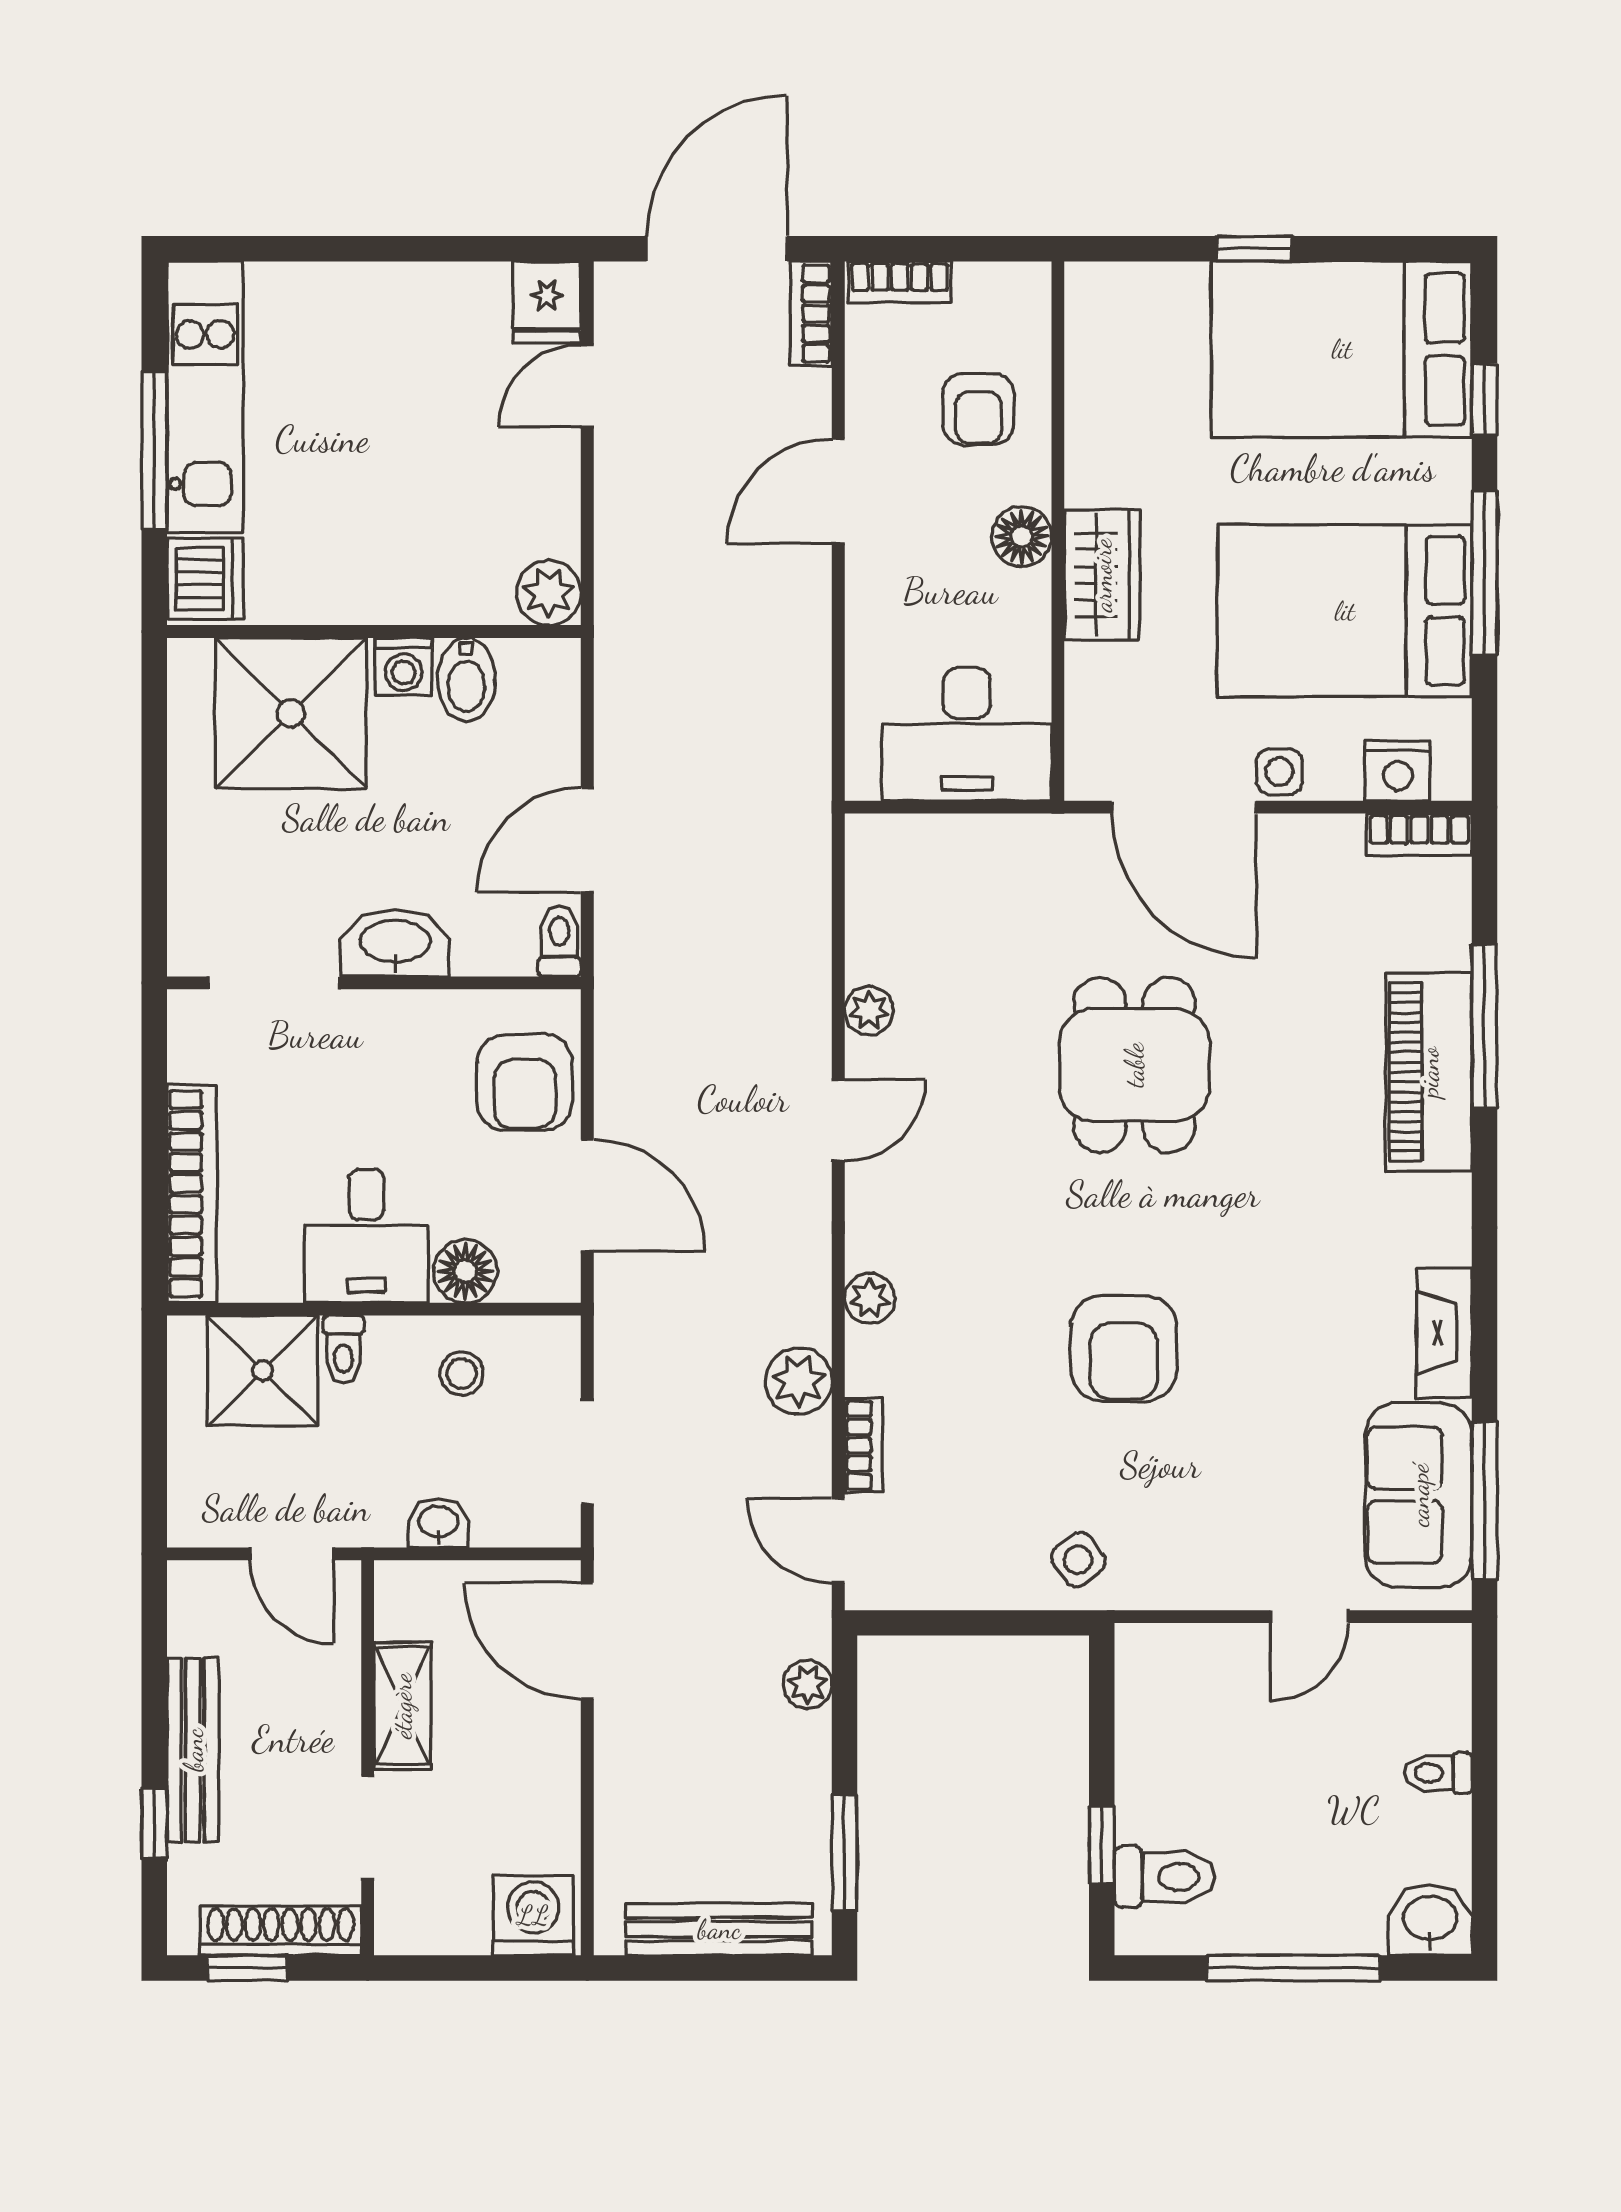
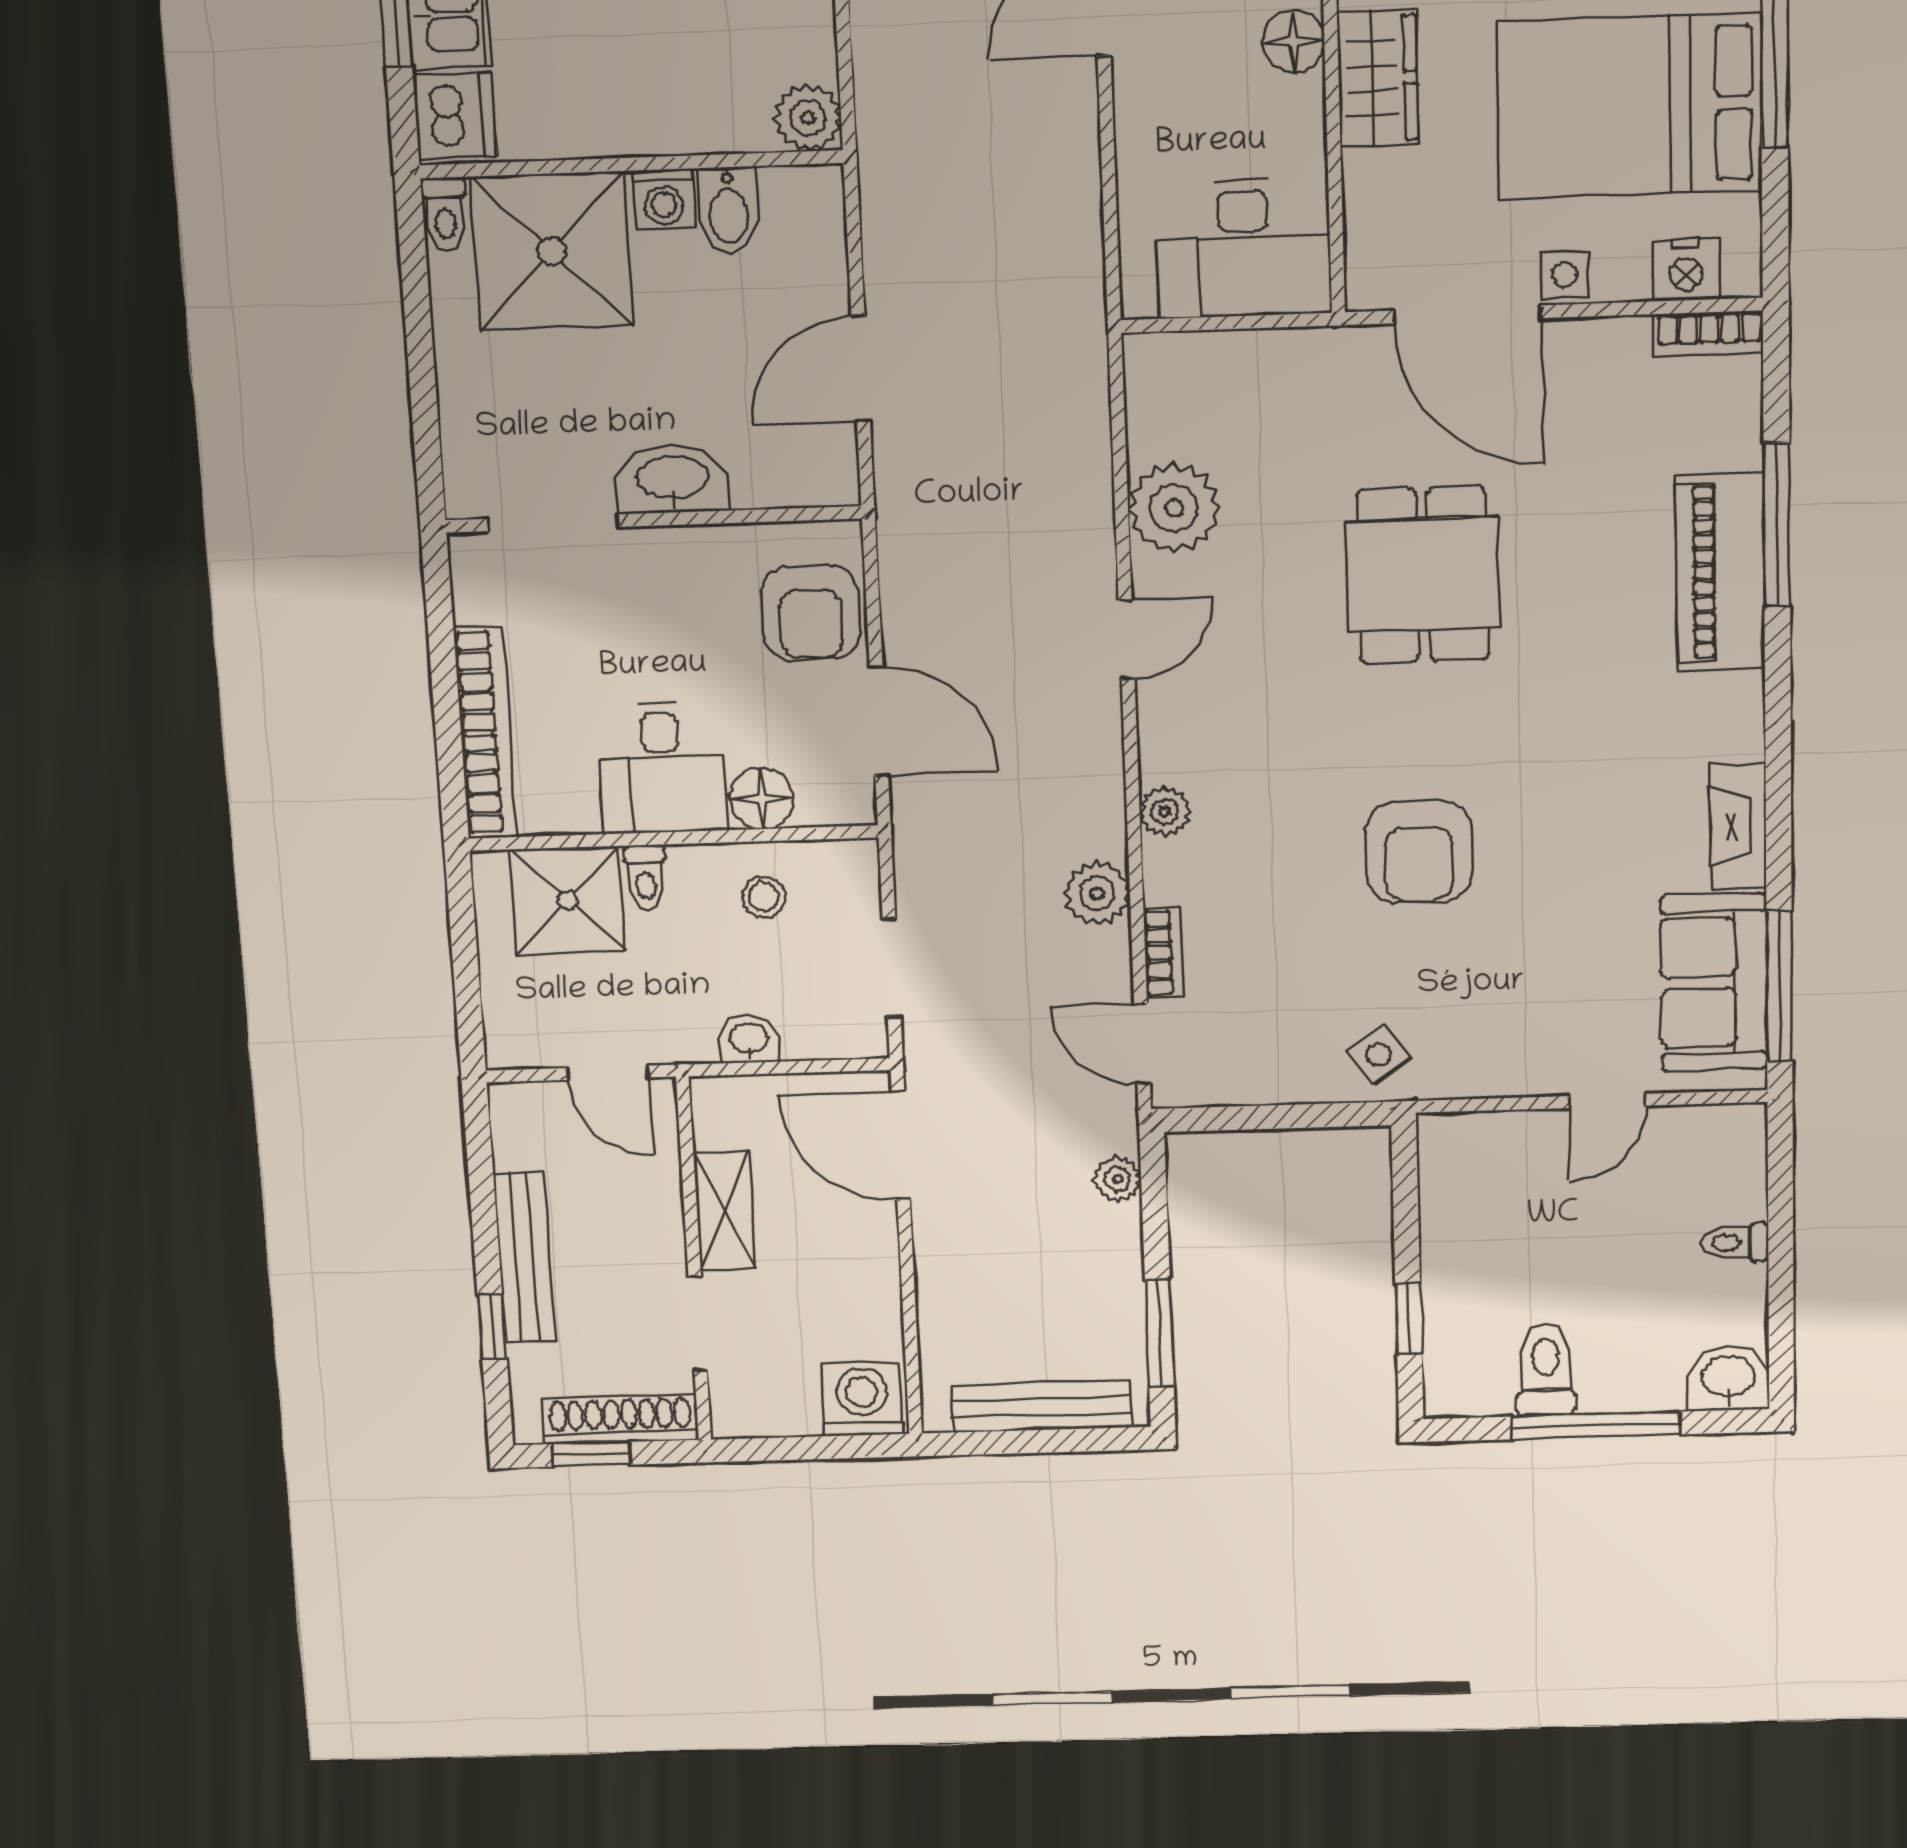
toilet: (559, 941) -> (445, 214), moved, turned 180
plant: (869, 1011) -> (1174, 508), width x1.87, depth x1.87
toilet: (1165, 1877) -> (1545, 1370), moved, turned -90

